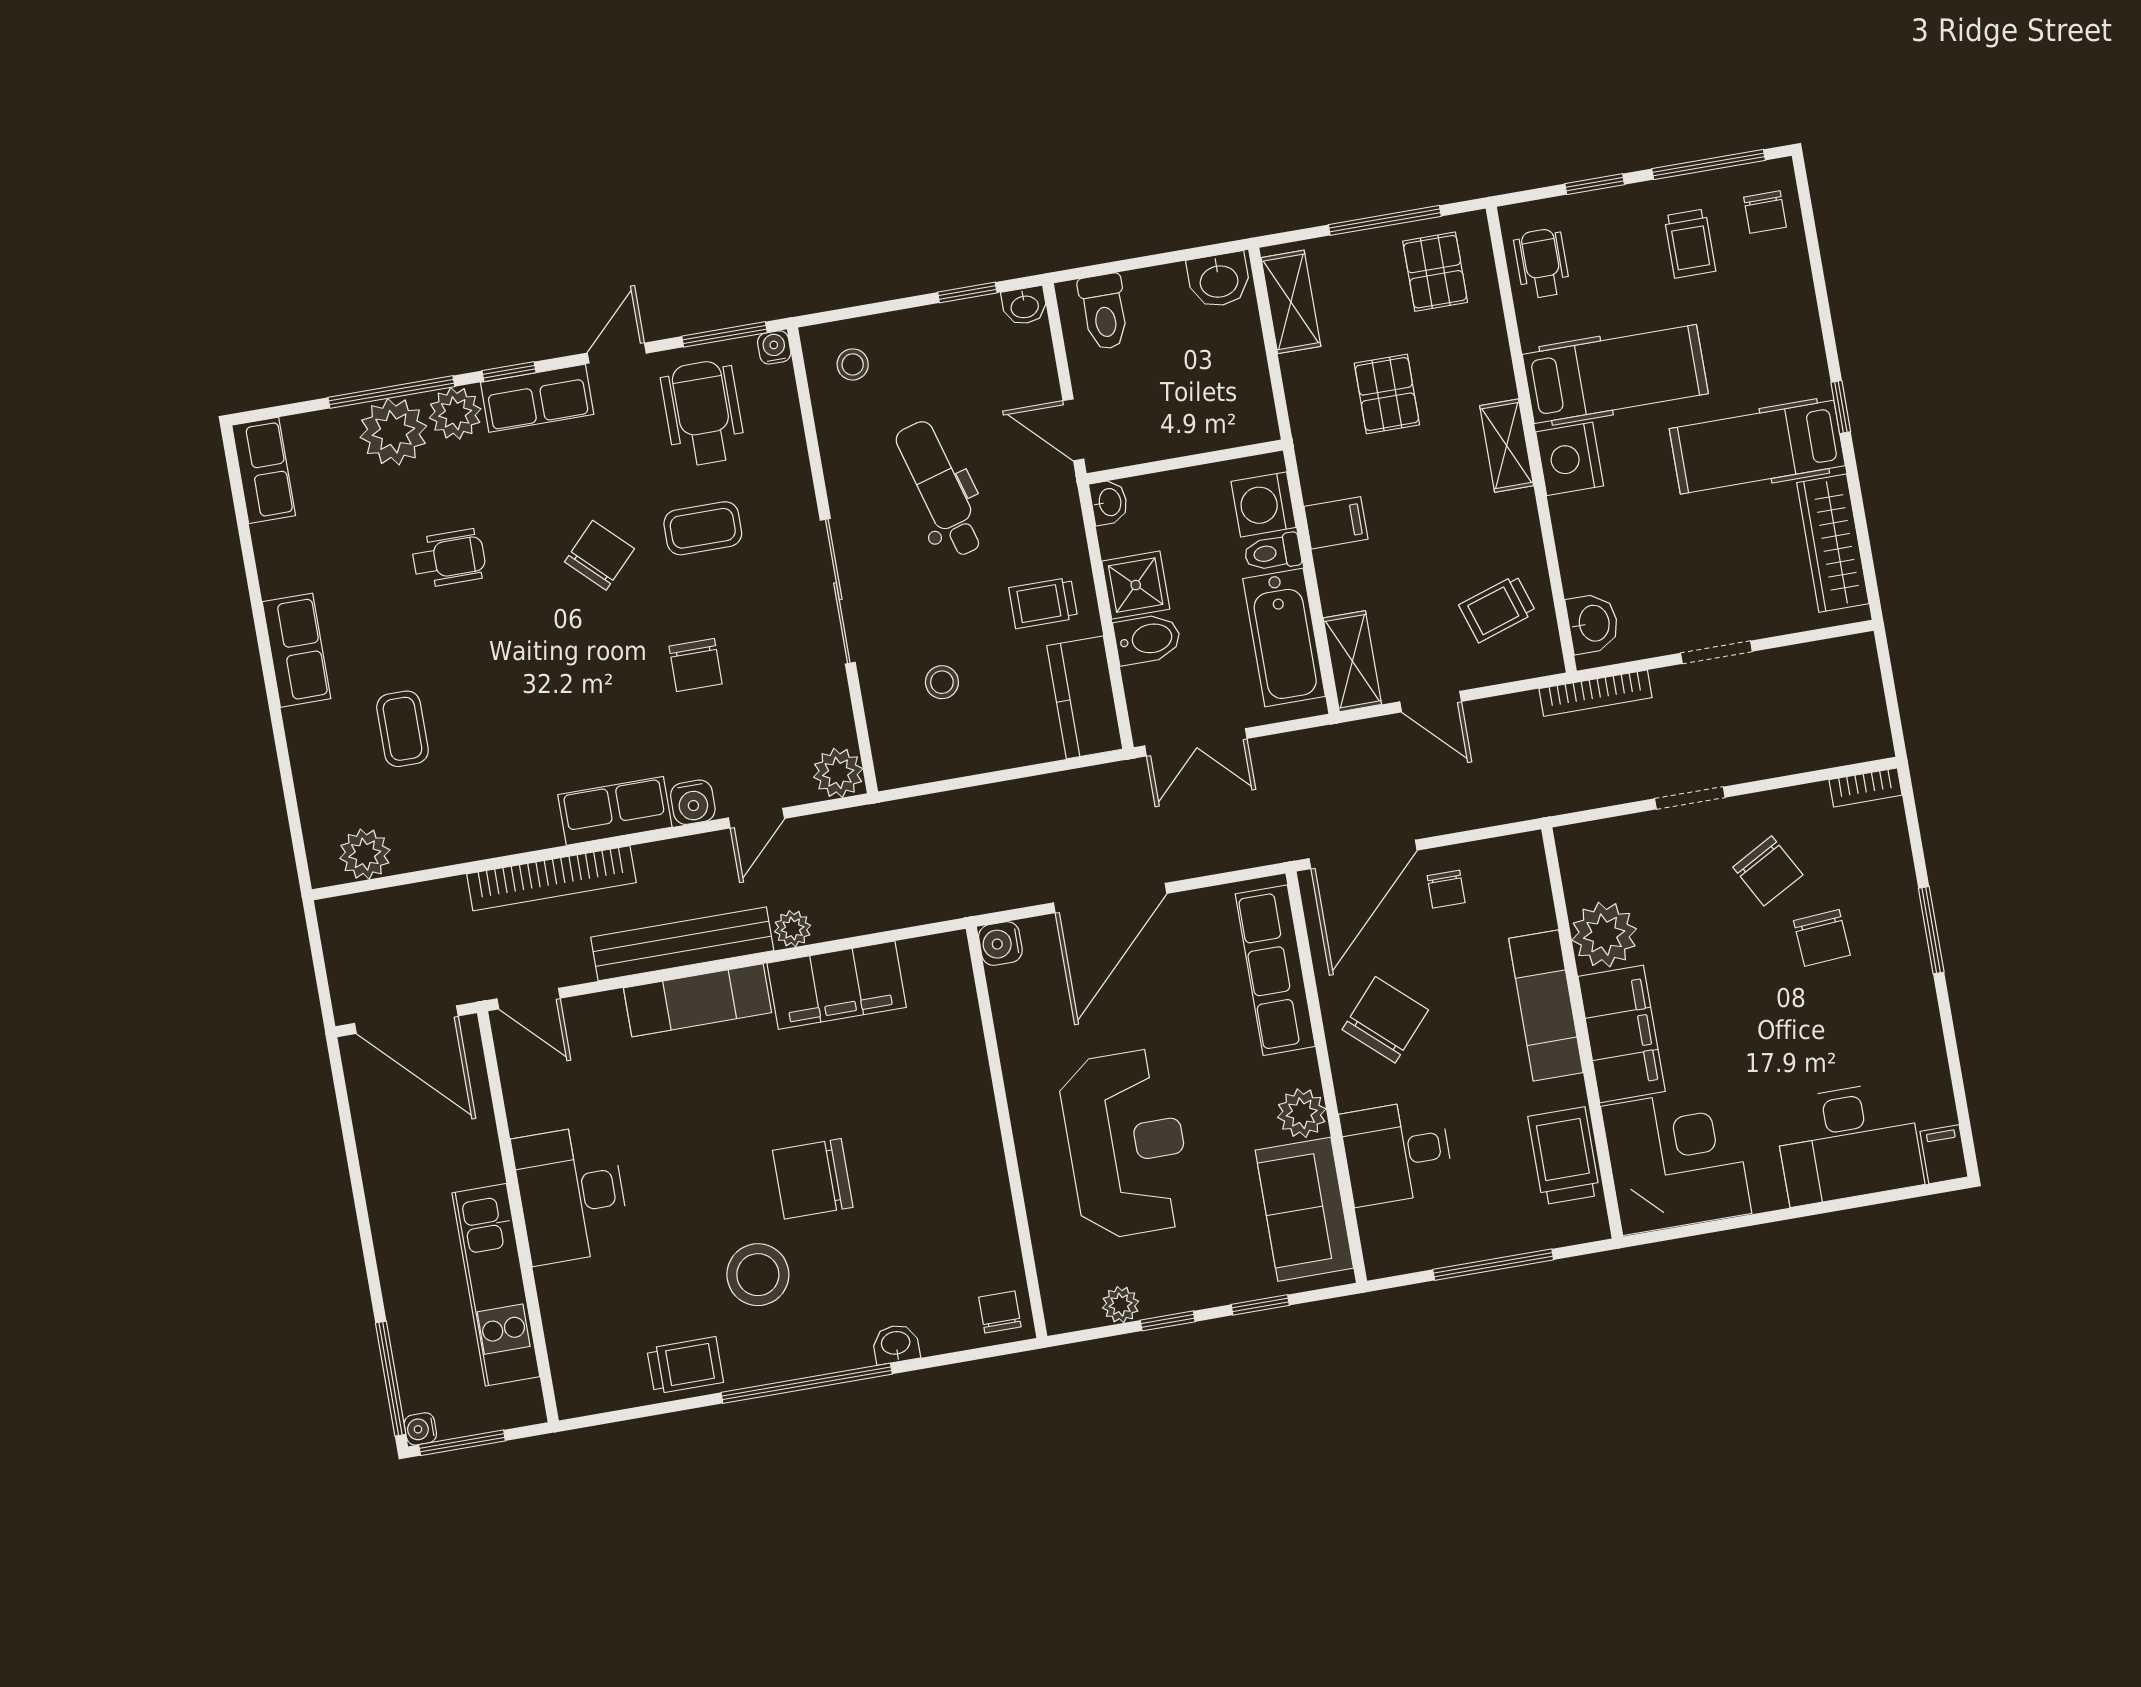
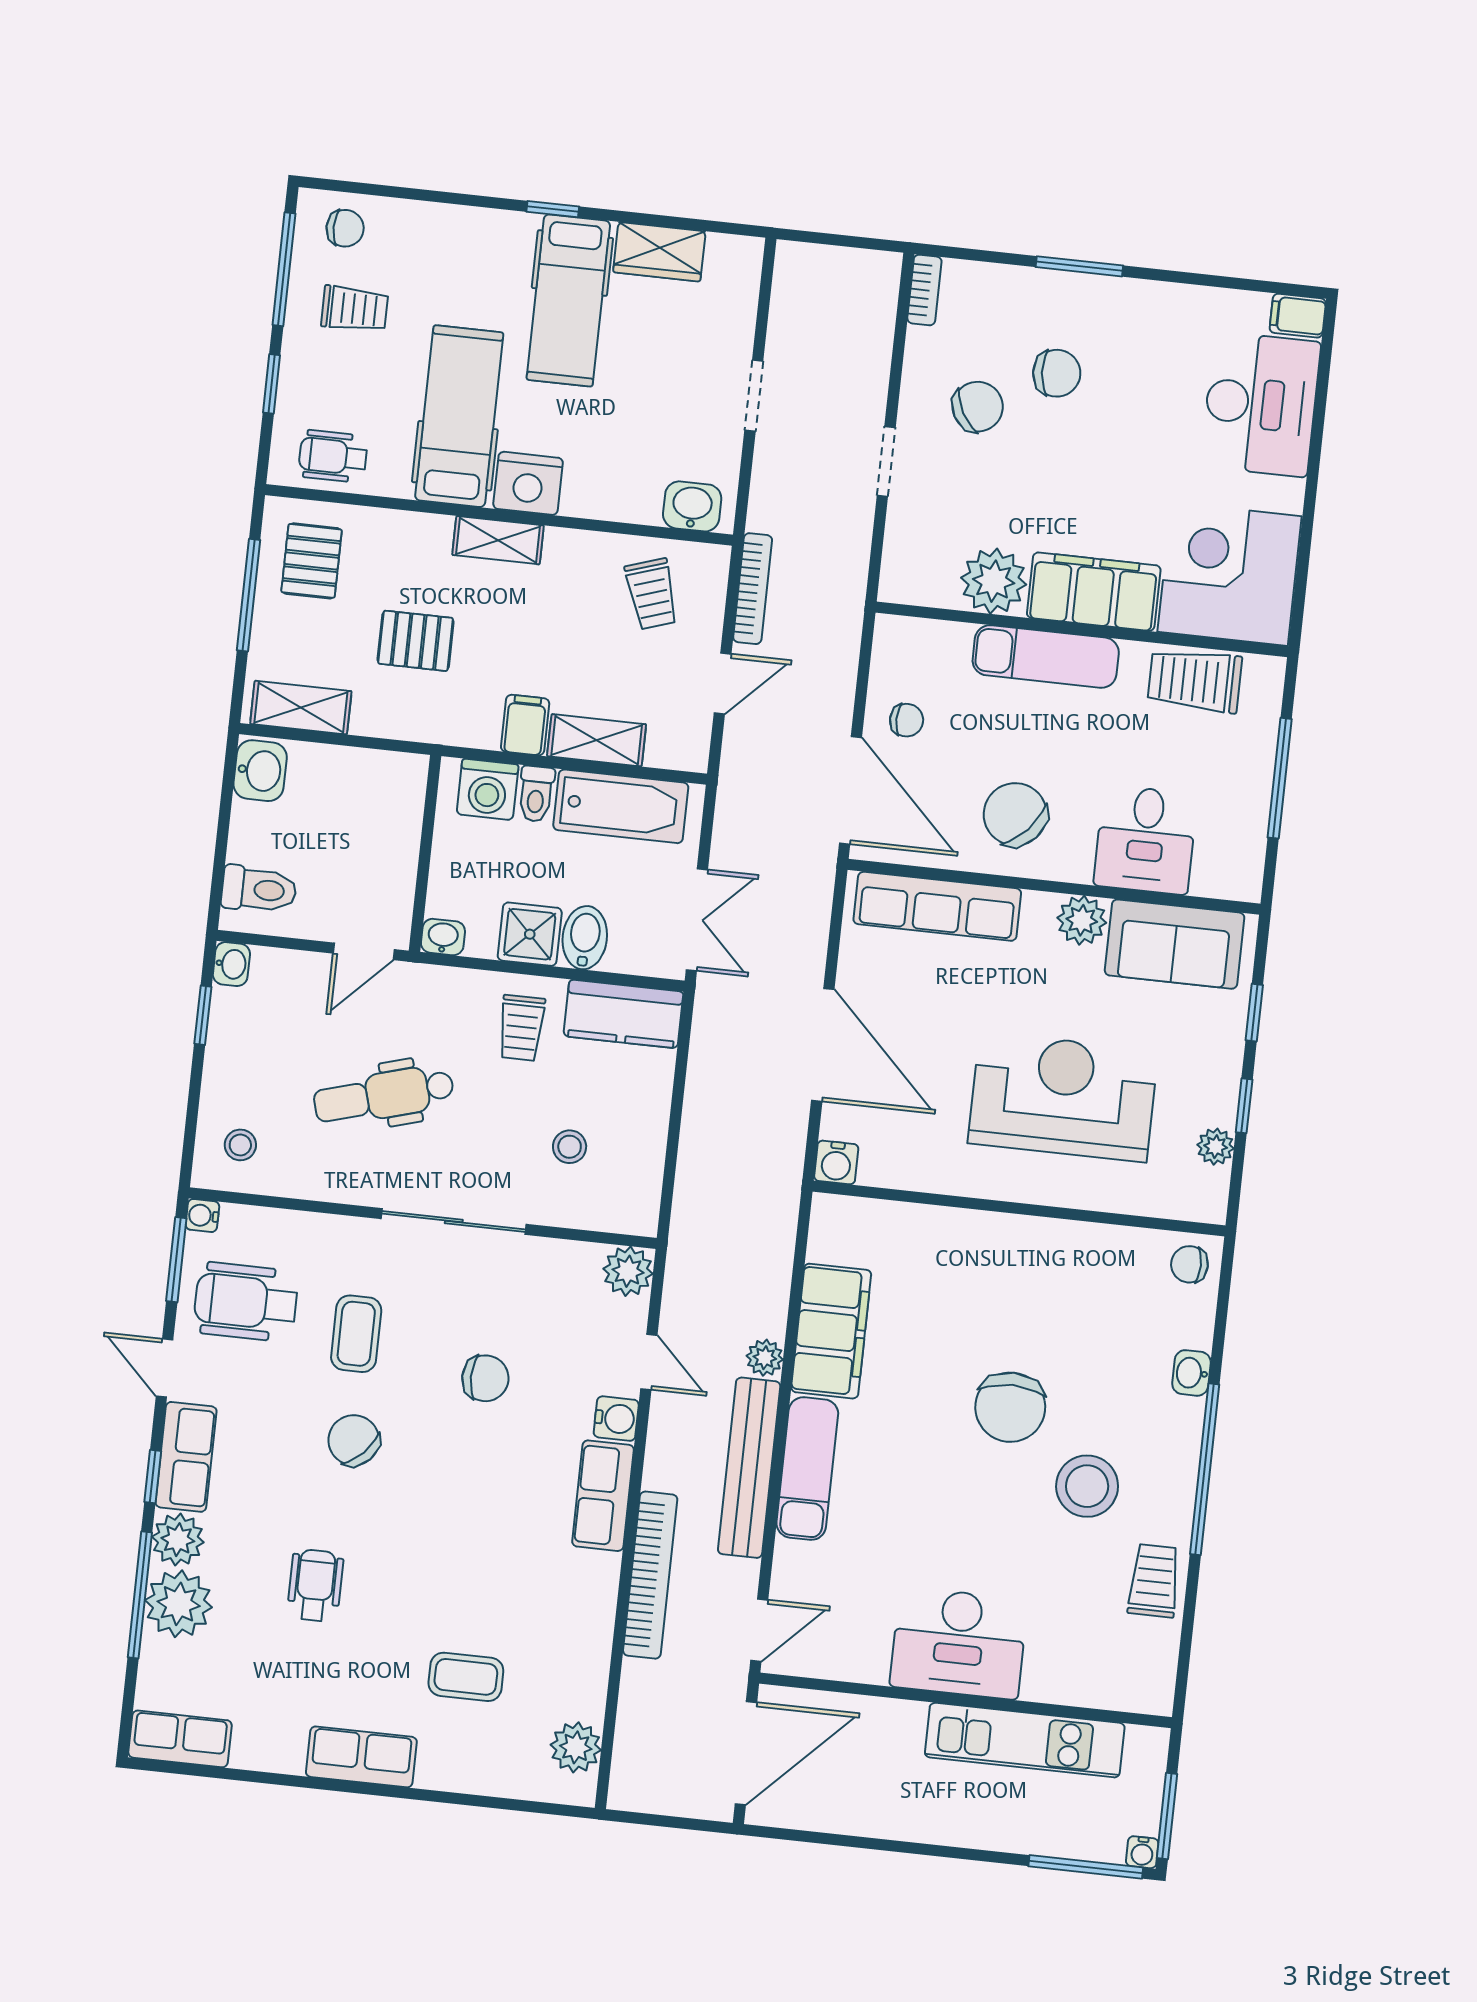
pallet: (1435, 272) -> (312, 561), turned 90
wardrobe: (1833, 543) -> (659, 252), width x0.67
shelving: (1352, 661) -> (597, 740), moved
bookcase: (1596, 693) -> (753, 589), moved

